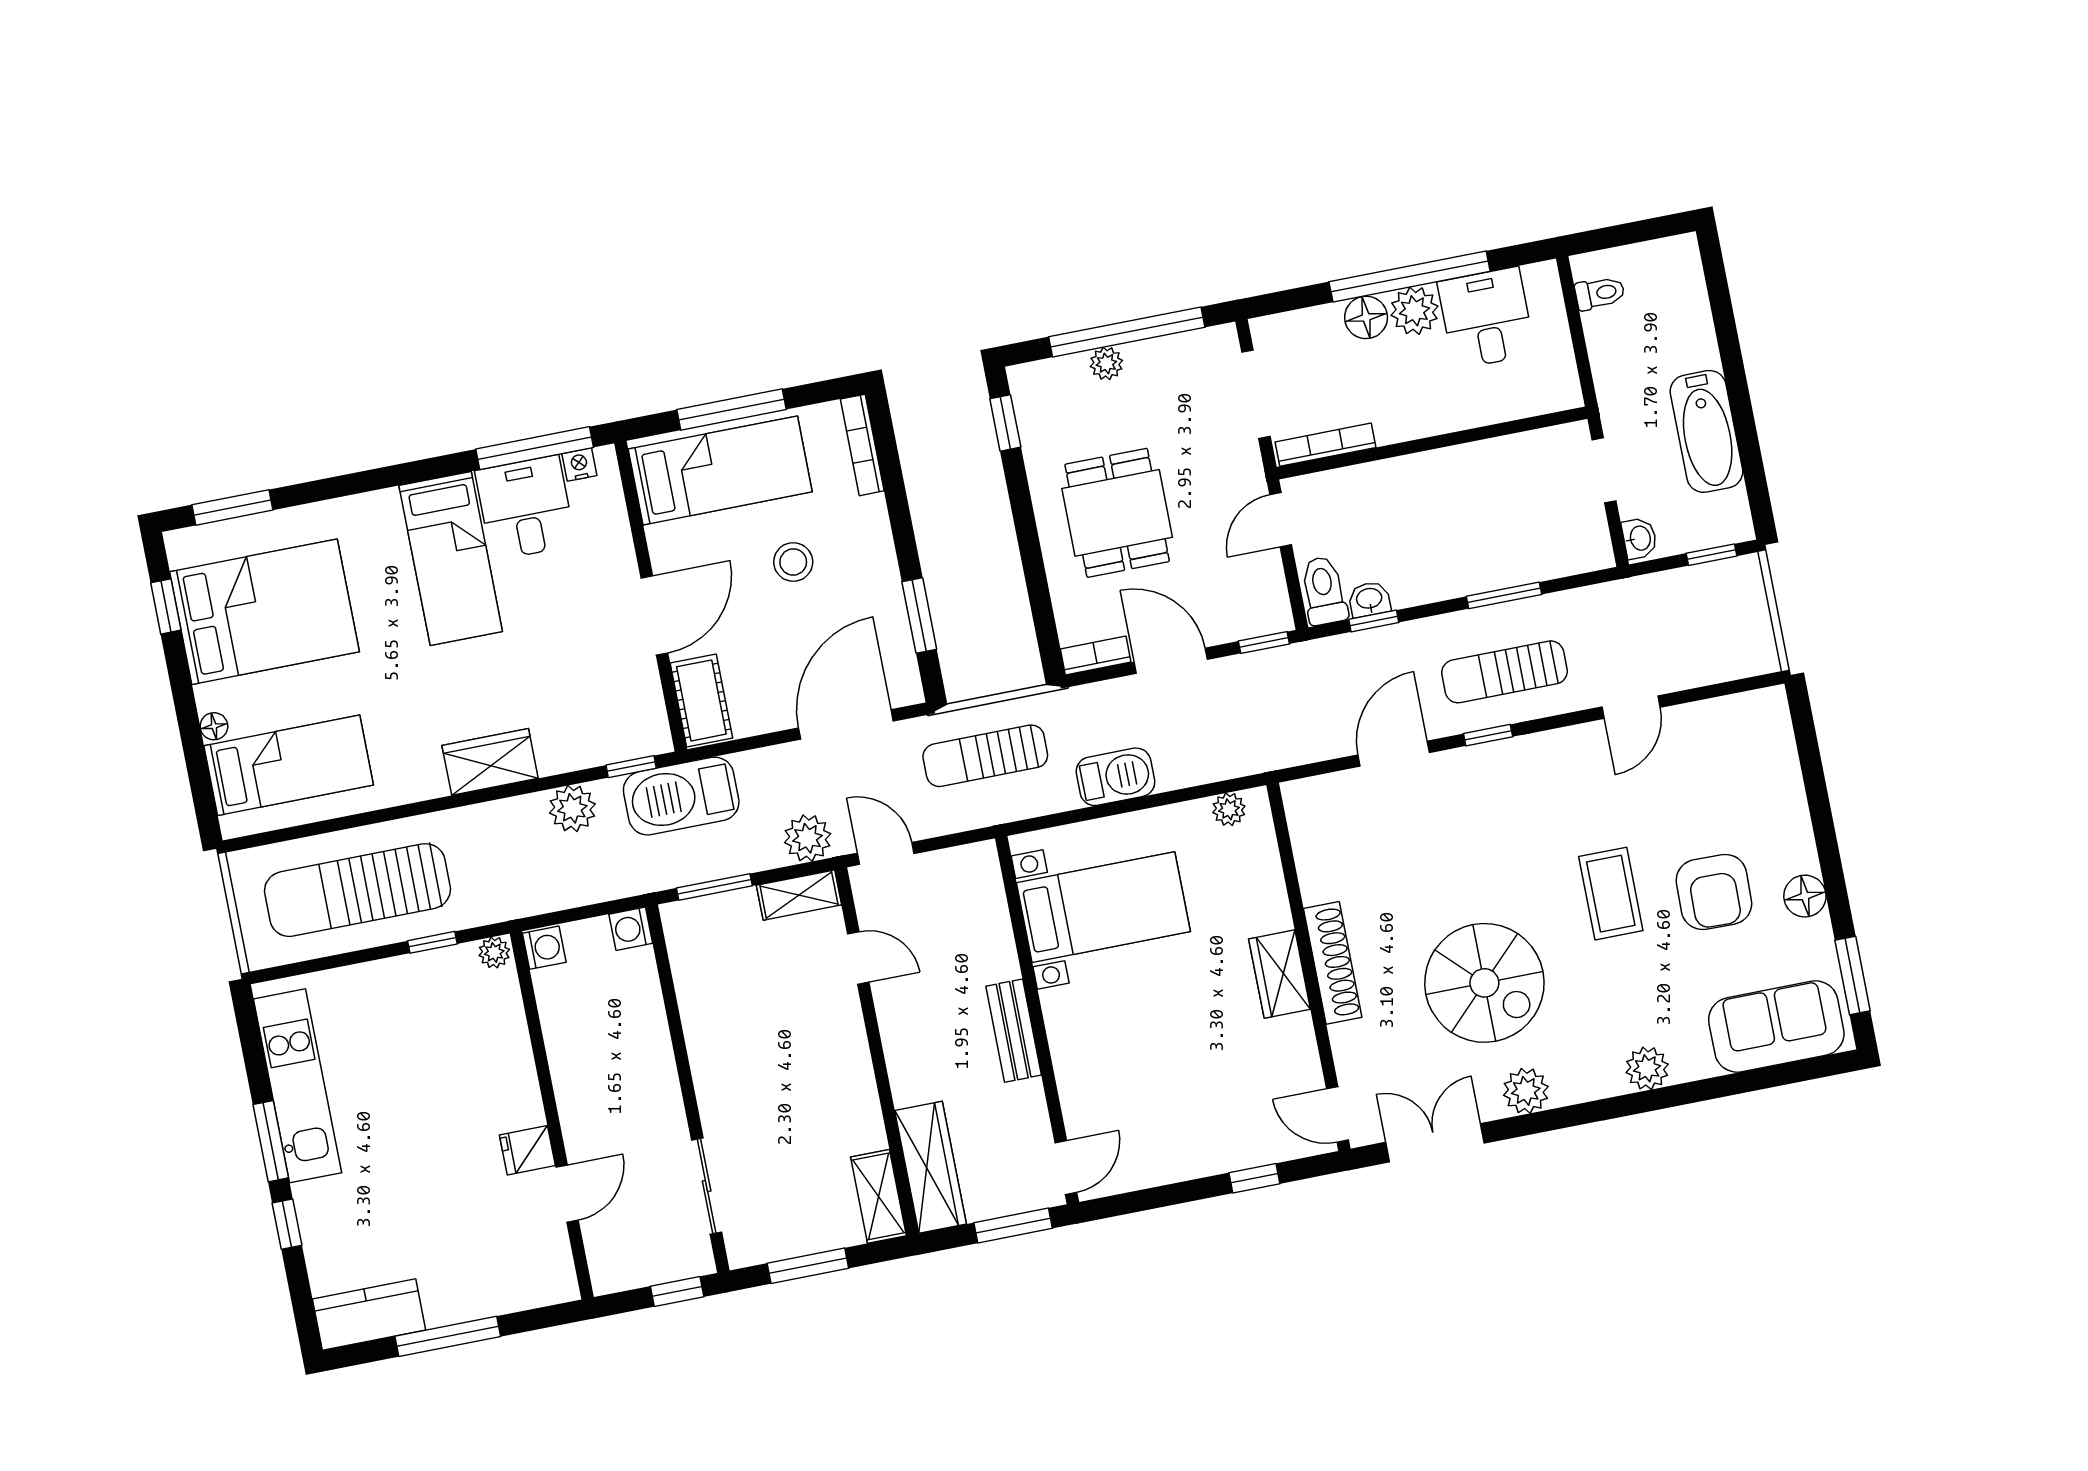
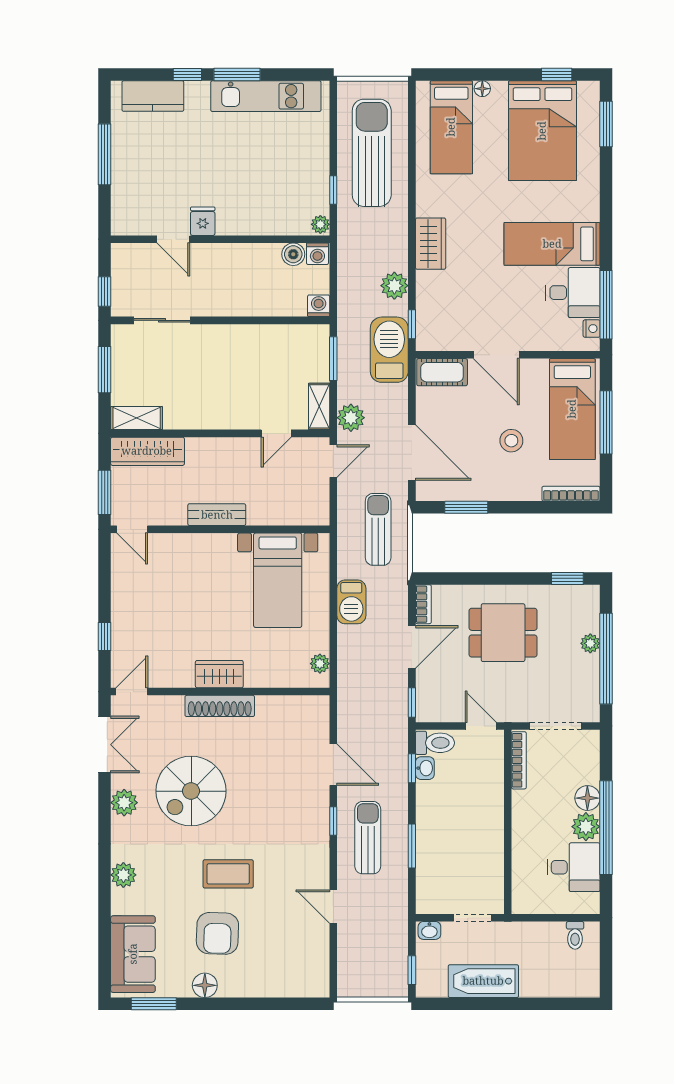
armchair: (1714, 892) -> (217, 933), turned -89
boiler: (553, 988) -> (293, 254), added
kitchen counter: (369, 1314) -> (153, 96), moved, turned 90

